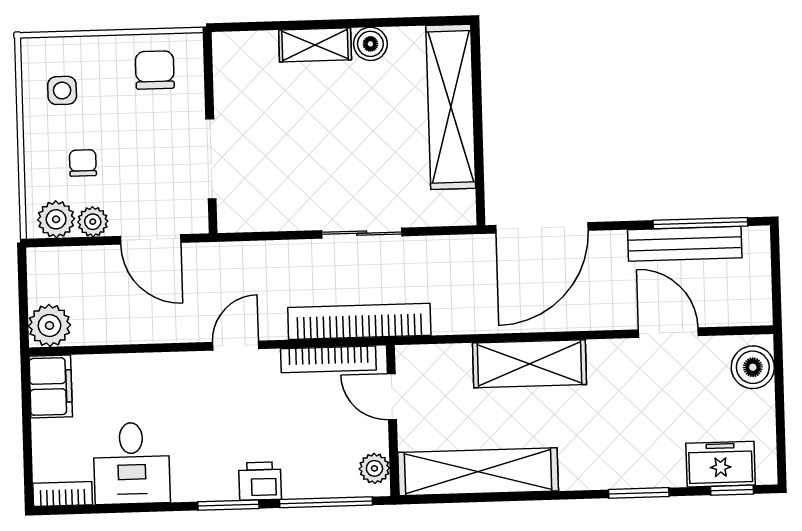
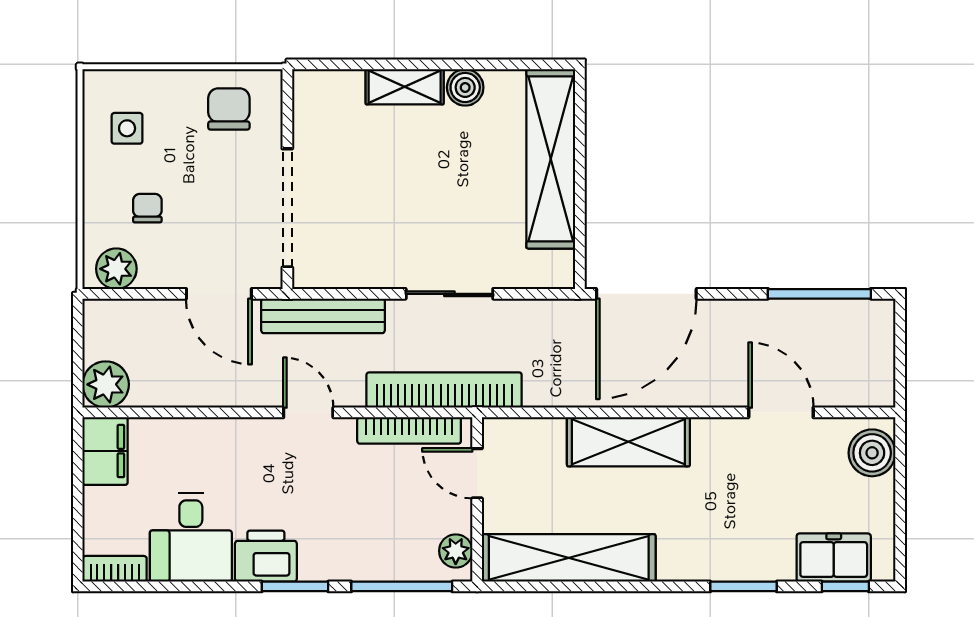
doorway: (211, 159) -> (287, 208), width x1.36
plant: (93, 222) -> (156, 273), removed
bench: (685, 244) -> (323, 316), moved
door: (236, 346) -> (308, 412), hinge flipped
printer: (260, 481) -> (266, 556), moved, width x1.36, depth x1.24

